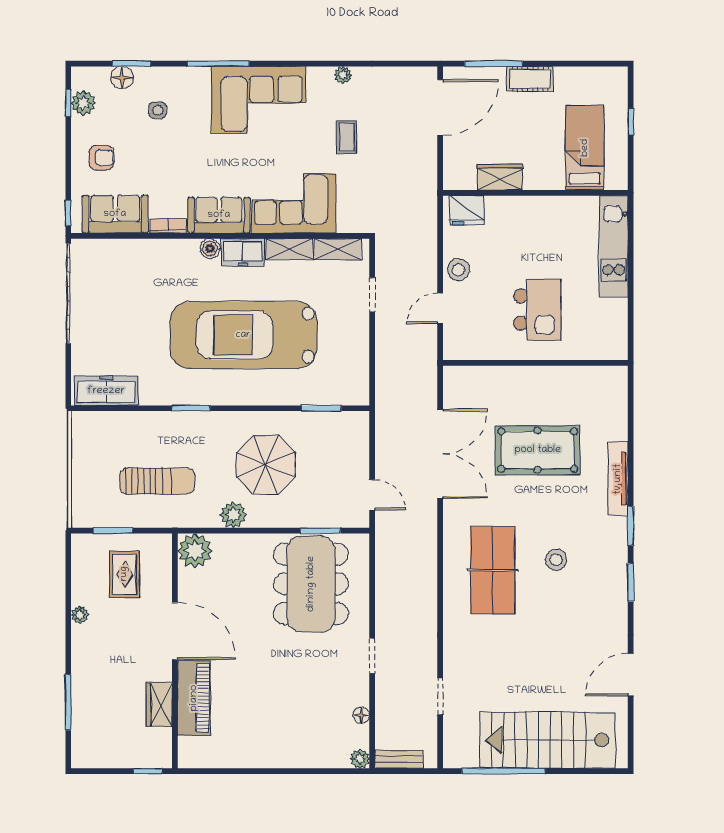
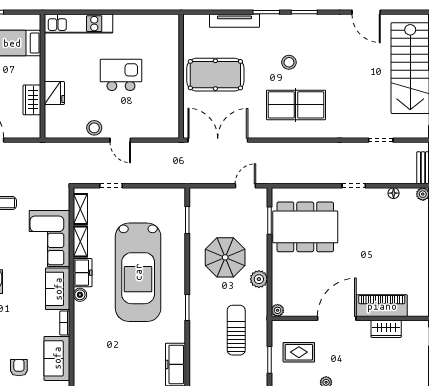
fridge: (467, 210) -> (54, 93), moved
wall: (535, 363) -> (181, 76), moved
pool table: (538, 450) -> (215, 75), turned 90
plant: (195, 551) -> (278, 310), width x0.53, depth x0.53

